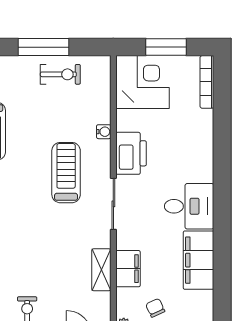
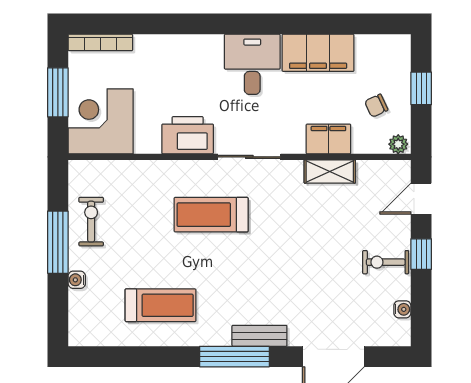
water cooler: (104, 132) -> (77, 280), moved, turned -90

